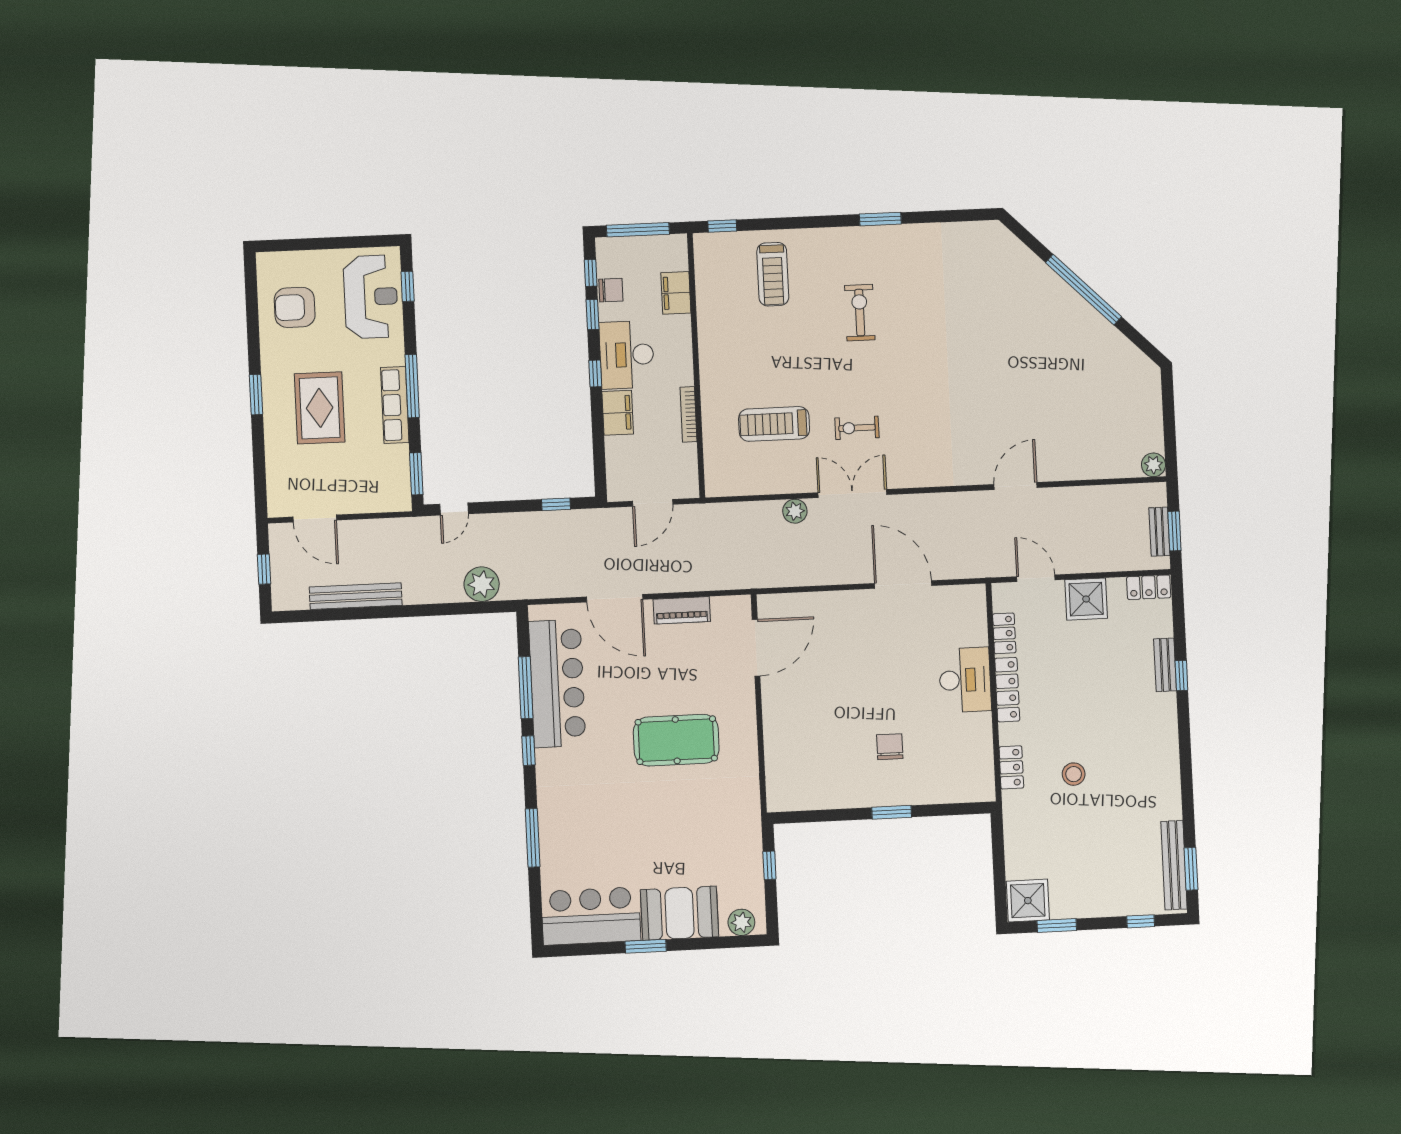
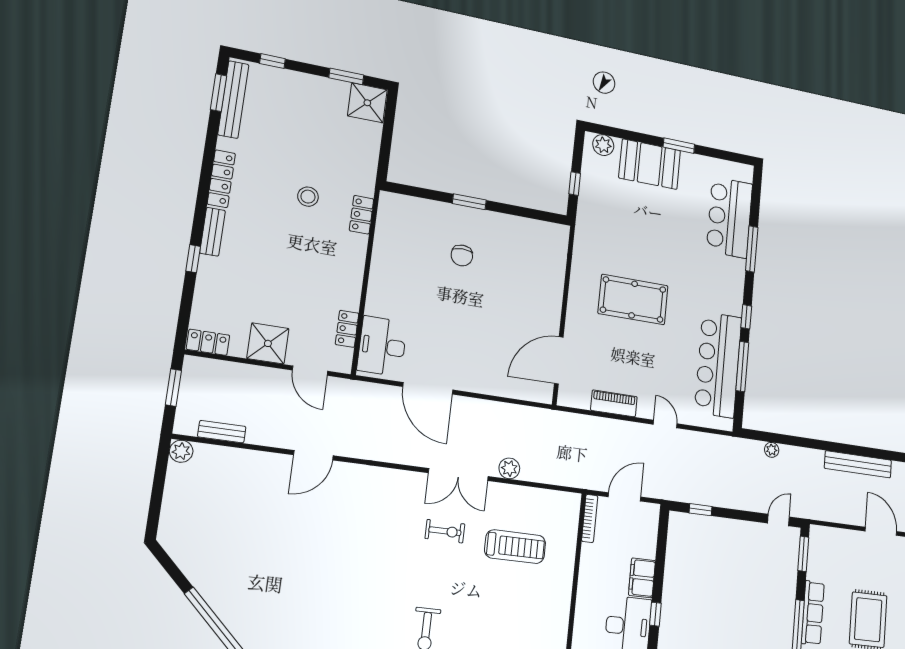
bookcase: (689, 414) -> (590, 518), moved
bench: (1159, 532) -> (222, 432), moved, turned 90
plant: (482, 584) -> (772, 450), width x0.53, depth x0.53
door: (615, 598) -> (665, 424), width x0.53
bench: (1165, 665) -> (212, 232), moved
desk: (965, 680) -> (382, 346), moved
locker: (1007, 690) -> (221, 179), moved, turned 180
bar counter: (591, 916) -> (729, 217), moved, turned 90

